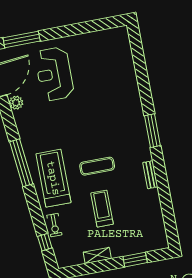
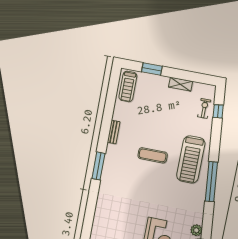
treadmill: (102, 209) -> (128, 86), moved
exercise bike: (54, 225) -> (204, 108), moved

